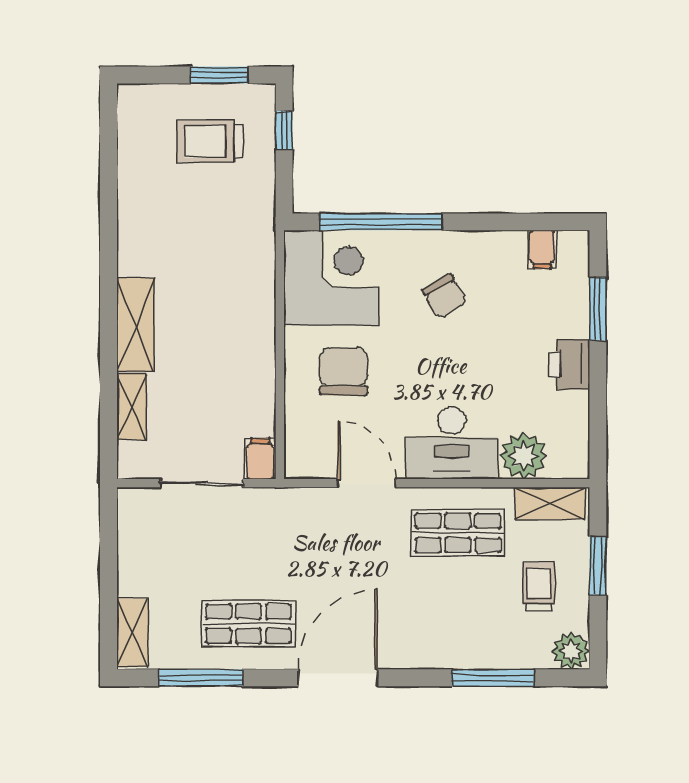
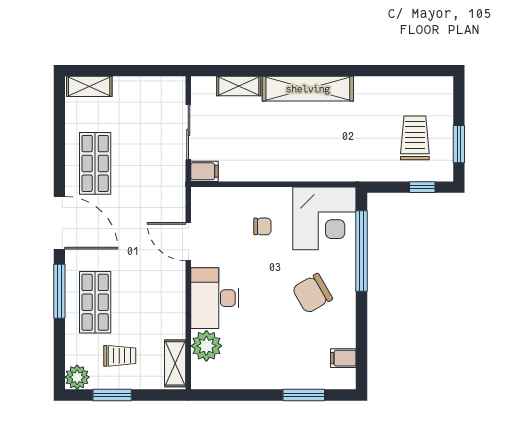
chair: (445, 296) -> (312, 294), width x1.37, depth x1.37
shelving: (136, 325) -> (308, 89), width x1.47
printer: (569, 364) -> (267, 376), removed
chair: (344, 371) -> (262, 226), width x0.54, depth x0.54
door: (366, 483) -> (188, 242), swing flipped
shop shelf: (458, 533) -> (95, 302), moved
window: (598, 566) -> (112, 395), moved
window: (201, 678) -> (59, 132), removed
window: (493, 678) -> (59, 291), moved

